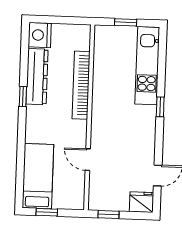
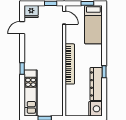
bookcase: (81, 85) -> (70, 64), moved
door: (88, 160) -> (64, 18), moved

